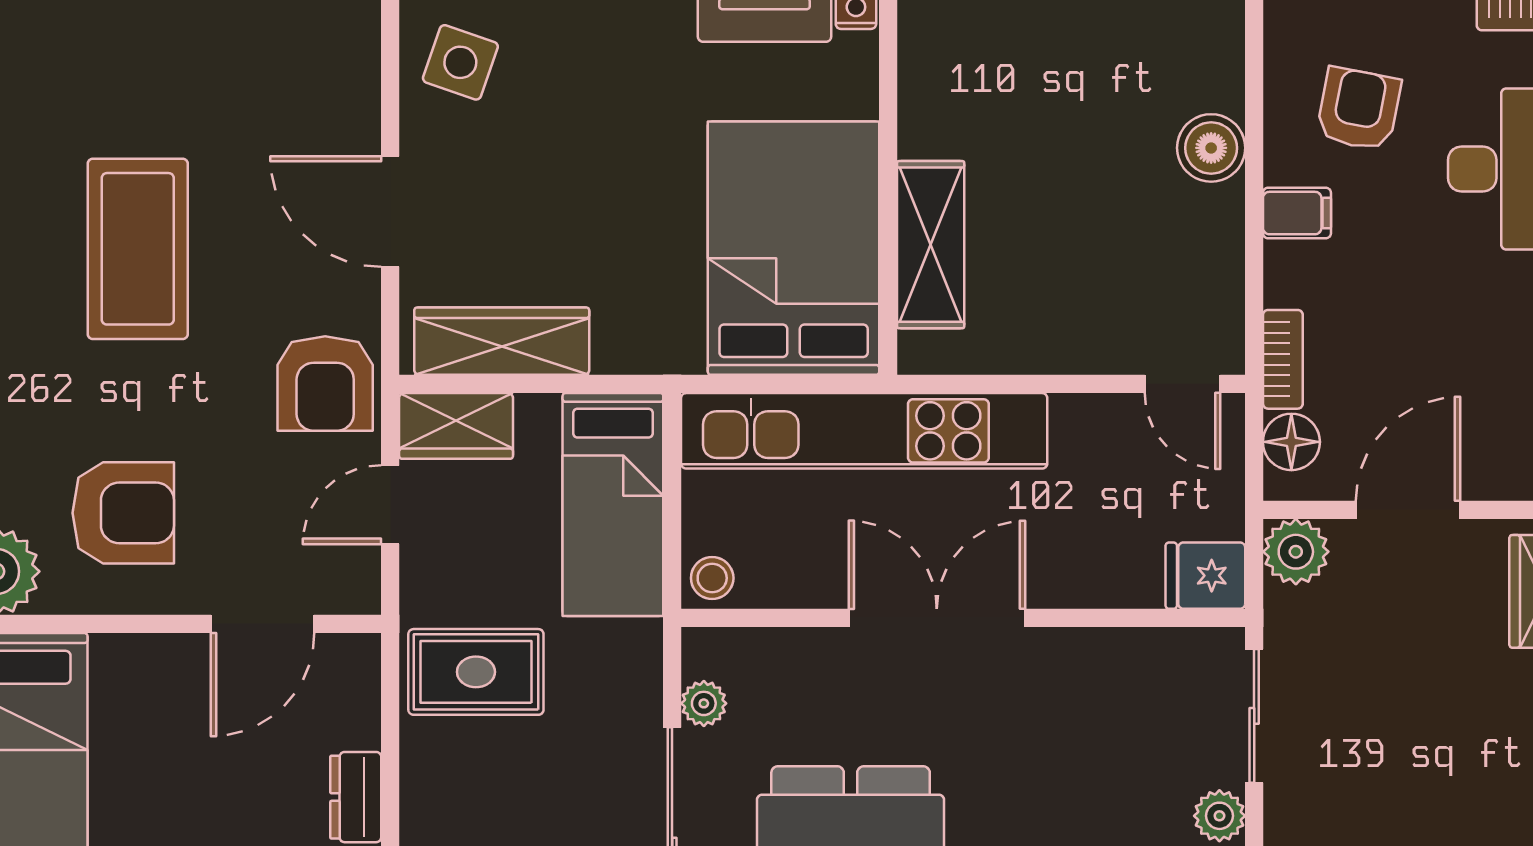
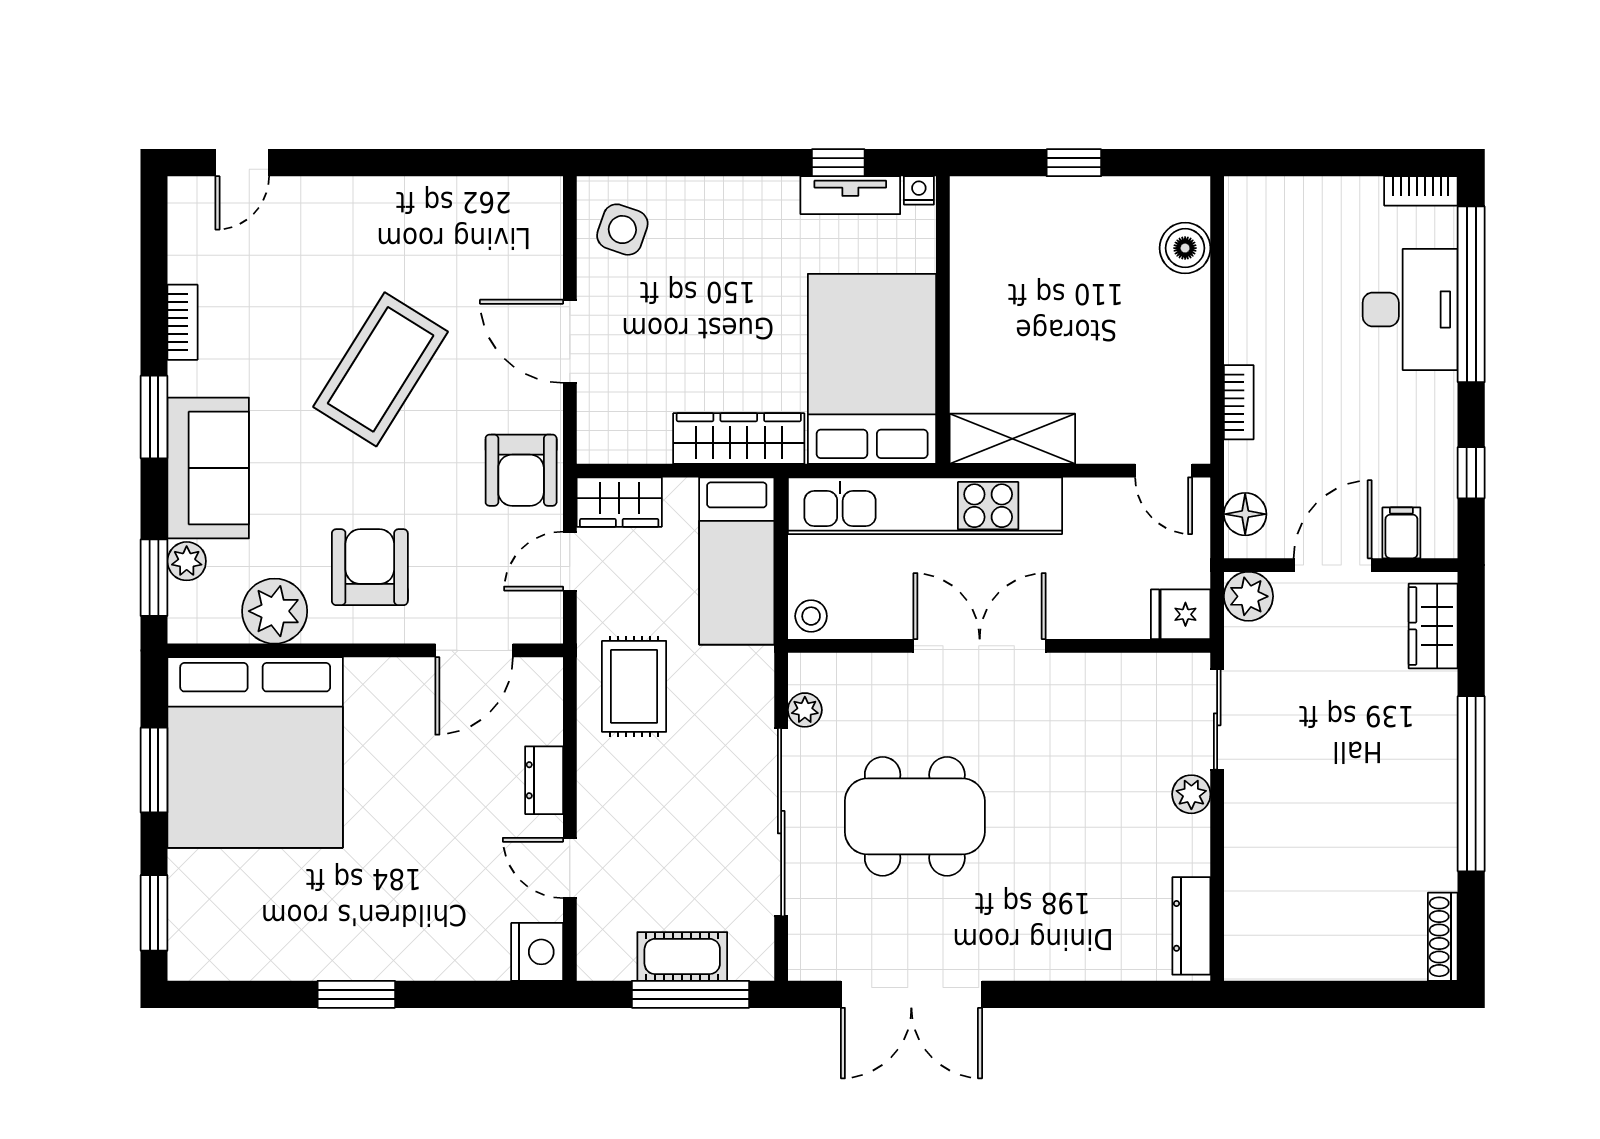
armchair: (1359, 109) -> (1296, 264), removed
boiler: (1211, 148) -> (1185, 248), moved
filing cabinet: (1297, 213) -> (1401, 533), moved, turned -90
shelving: (931, 245) -> (1012, 439), moved, turned 90
coffee table: (138, 249) -> (381, 369), turned 32
wardrobe: (502, 341) -> (739, 439), moved
bookcase: (1283, 359) -> (1239, 402), moved
armchair: (123, 513) -> (370, 567), turned -90
rug: (476, 672) -> (634, 686), turned 90

